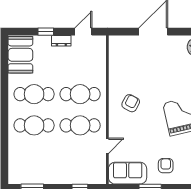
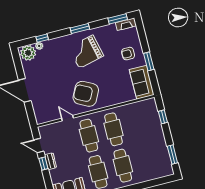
window: (46, 32) -> (43, 163), moved
armchair: (131, 103) -> (86, 94), width x1.88, depth x1.88
door: (107, 146) -> (68, 118), moved

